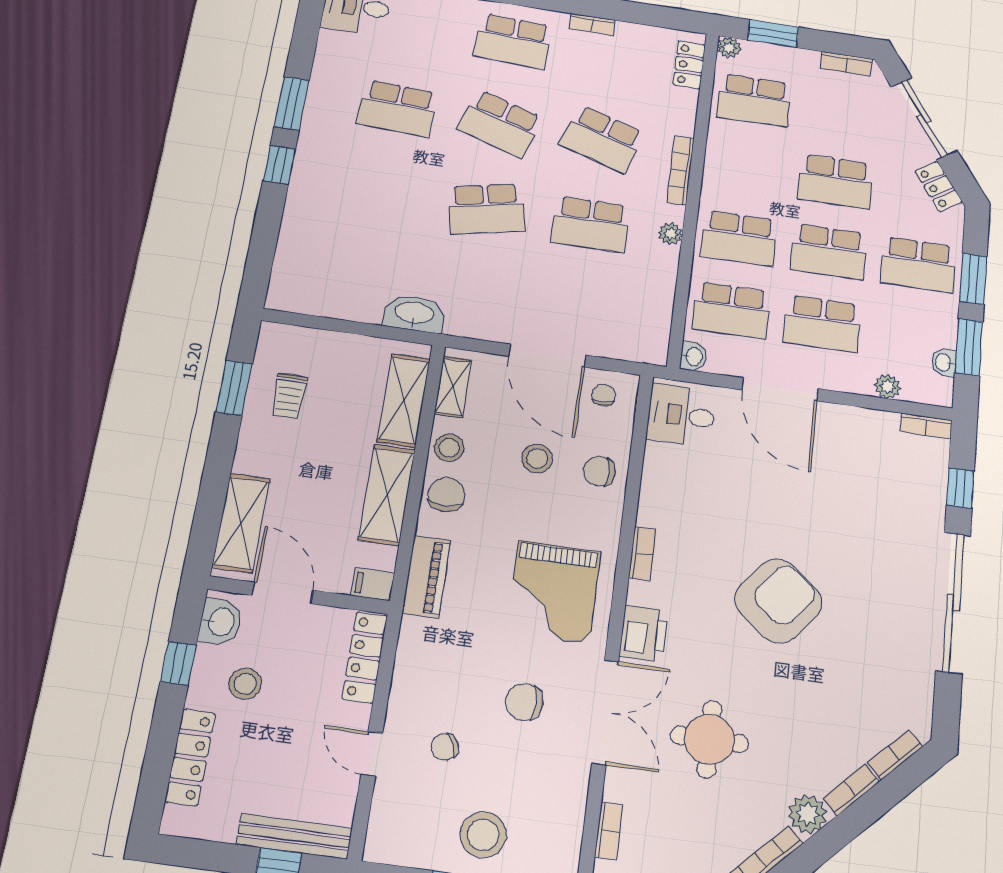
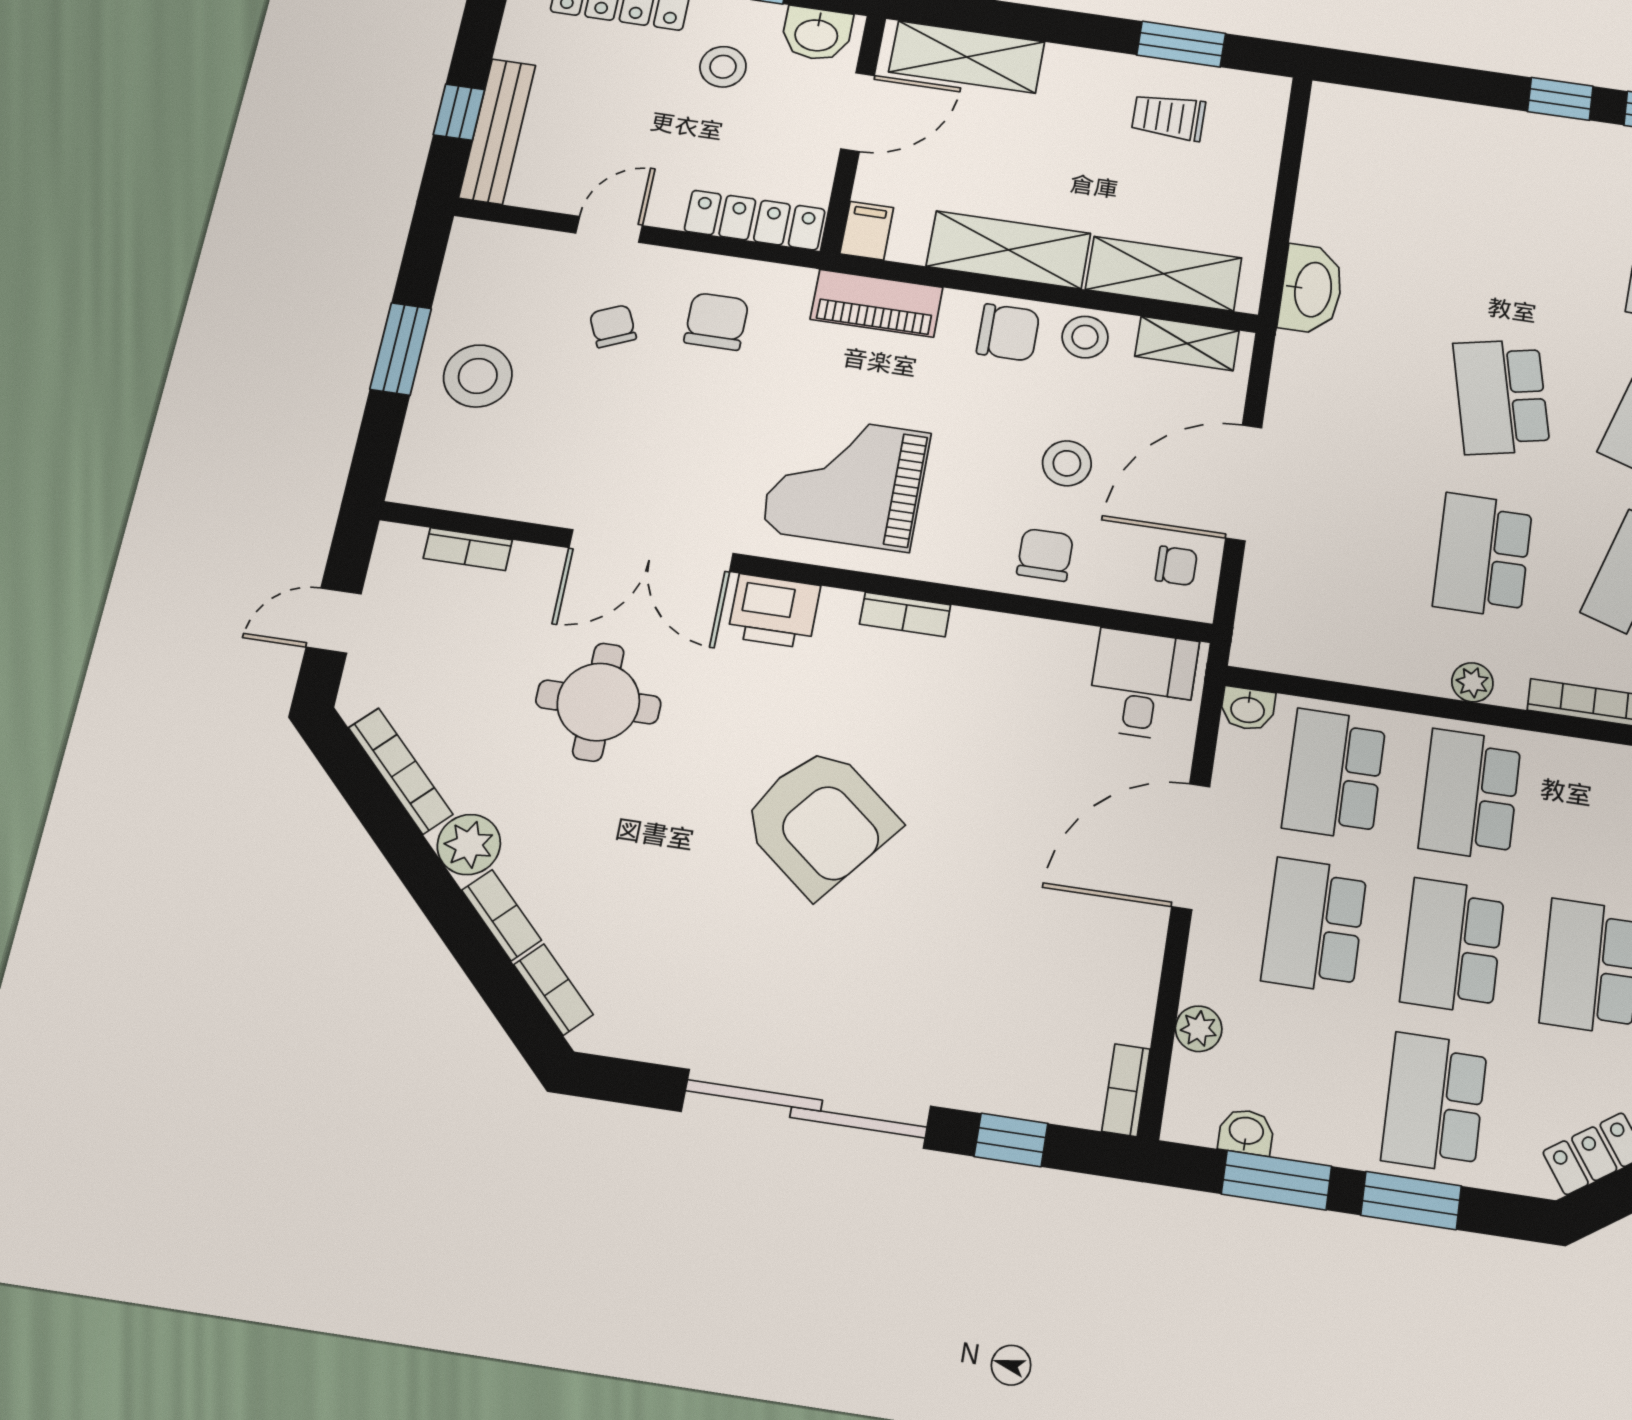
chair: (524, 702) -> (716, 321), moved

